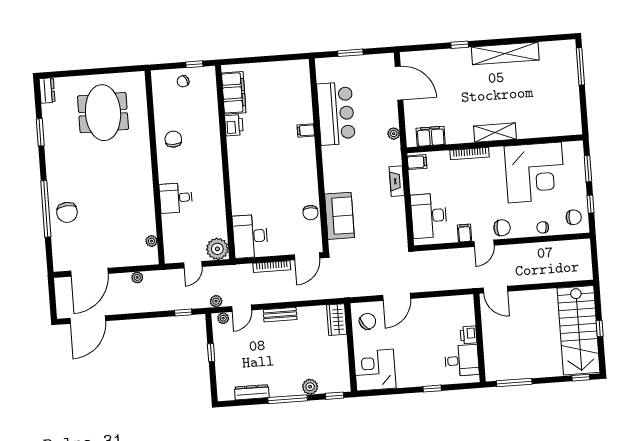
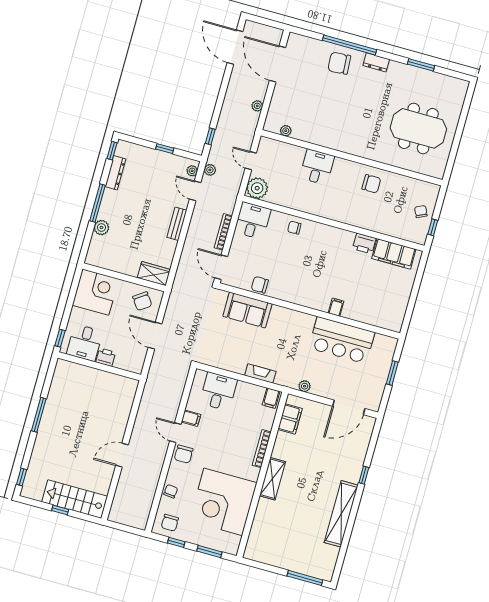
dresser: (47, 90) -> (376, 62), moved
chair: (243, 199) -> (294, 228), added
desk: (429, 216) -> (218, 391), width x0.73
desk: (250, 236) -> (253, 221), width x0.73
door: (495, 290) -> (122, 455), moved
stairs: (579, 330) -> (75, 499), width x0.73, depth x0.66
printer: (469, 335) -> (106, 357), moved
wall: (480, 338) -> (99, 366), moved
desk: (462, 360) -> (85, 343), moved
window: (335, 396) -> (112, 151), moved

